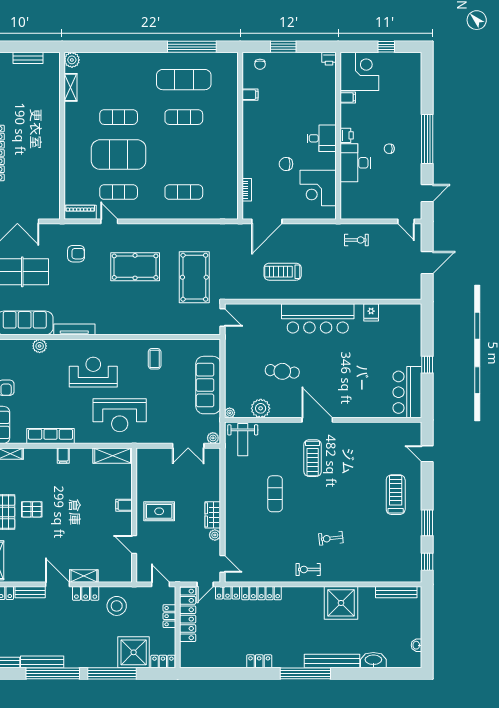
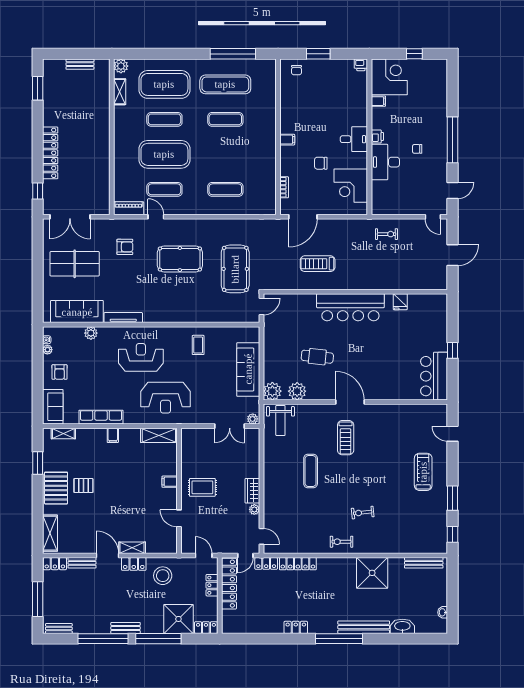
exercise mat: (119, 80) -> (164, 84), added
filing cabinet: (250, 95) -> (287, 140), moved
door: (223, 318) -> (262, 306), hinge flipped
plant: (230, 413) -> (272, 391), width x1.88, depth x1.88
bench: (42, 662) -> (126, 628), moved, width x0.73

